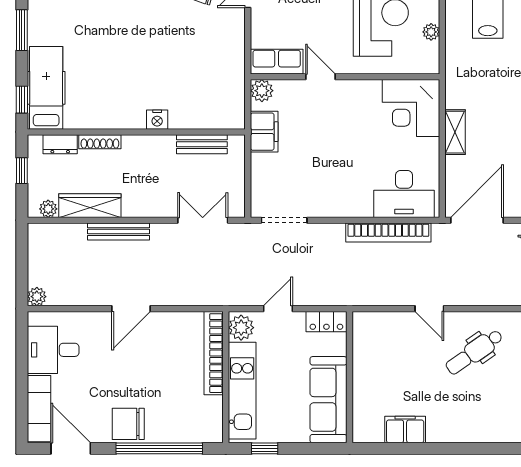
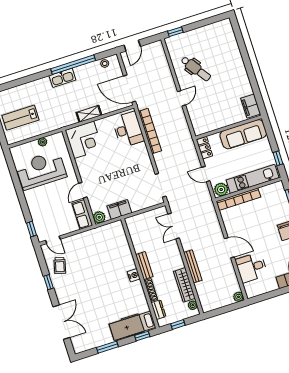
nightstand: (157, 120) -> (134, 275), moved
bench: (202, 144) -> (144, 266), moved
desk: (53, 350) -> (251, 267), moved, turned 90
filing cabinet: (405, 429) -> (251, 106), moved

